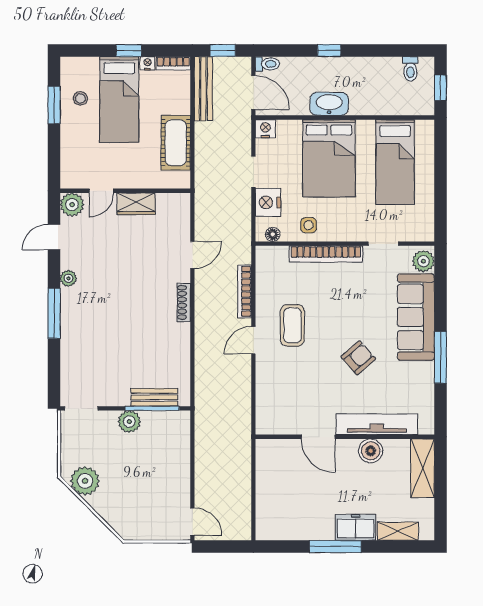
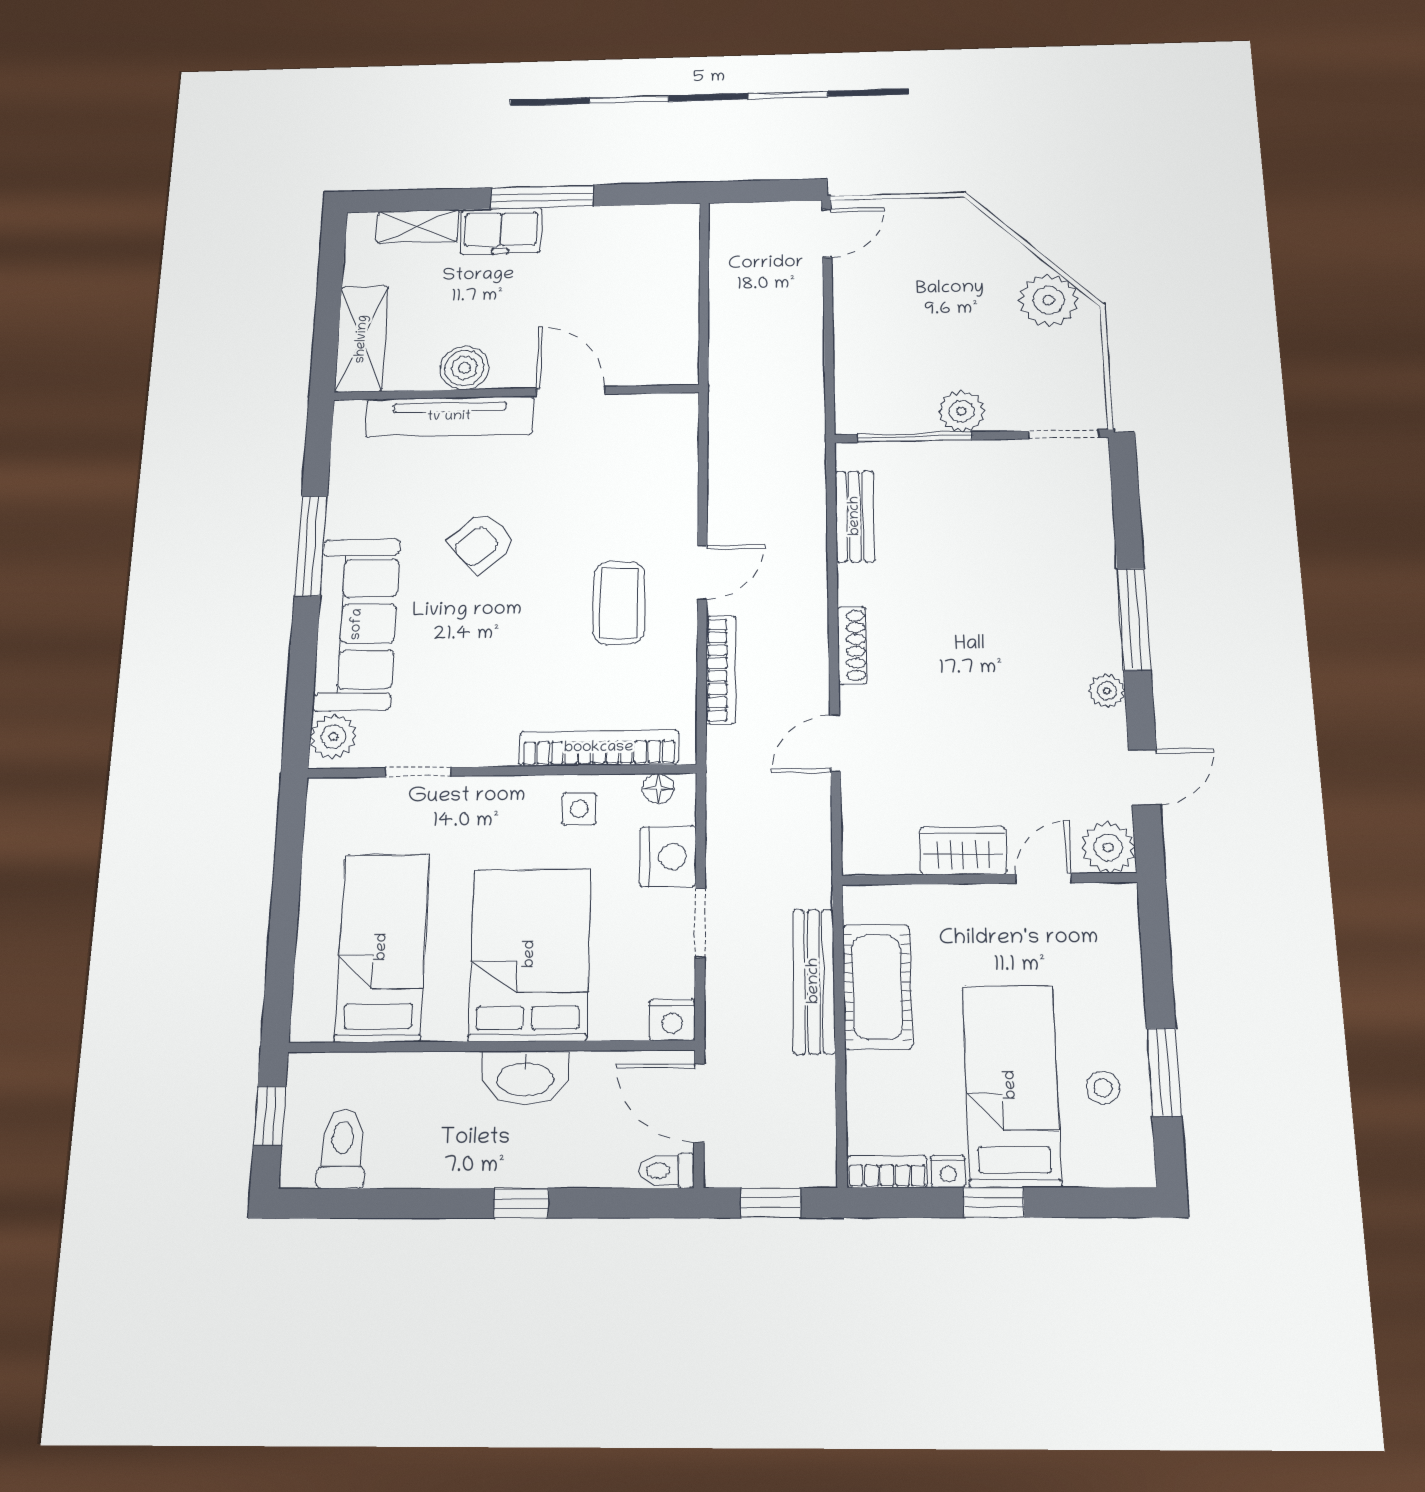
toilet: (410, 69) -> (342, 1149), width x1.37, depth x1.39
bench: (203, 89) -> (814, 981), moved
bookcase: (326, 254) -> (599, 748), moved
bench: (154, 397) -> (855, 516), moved, turned 90
door: (192, 522) -> (827, 233), swing flipped

